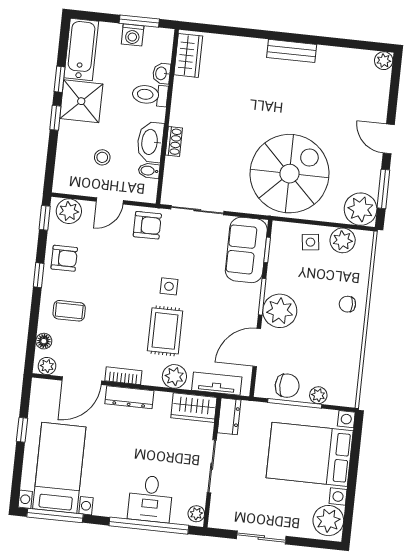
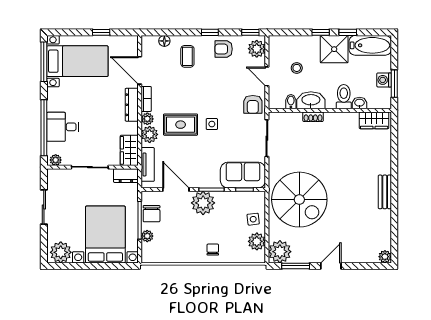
armchair: (64, 258) -> (224, 49), turned 90
plant: (47, 366) -> (147, 119), moved

